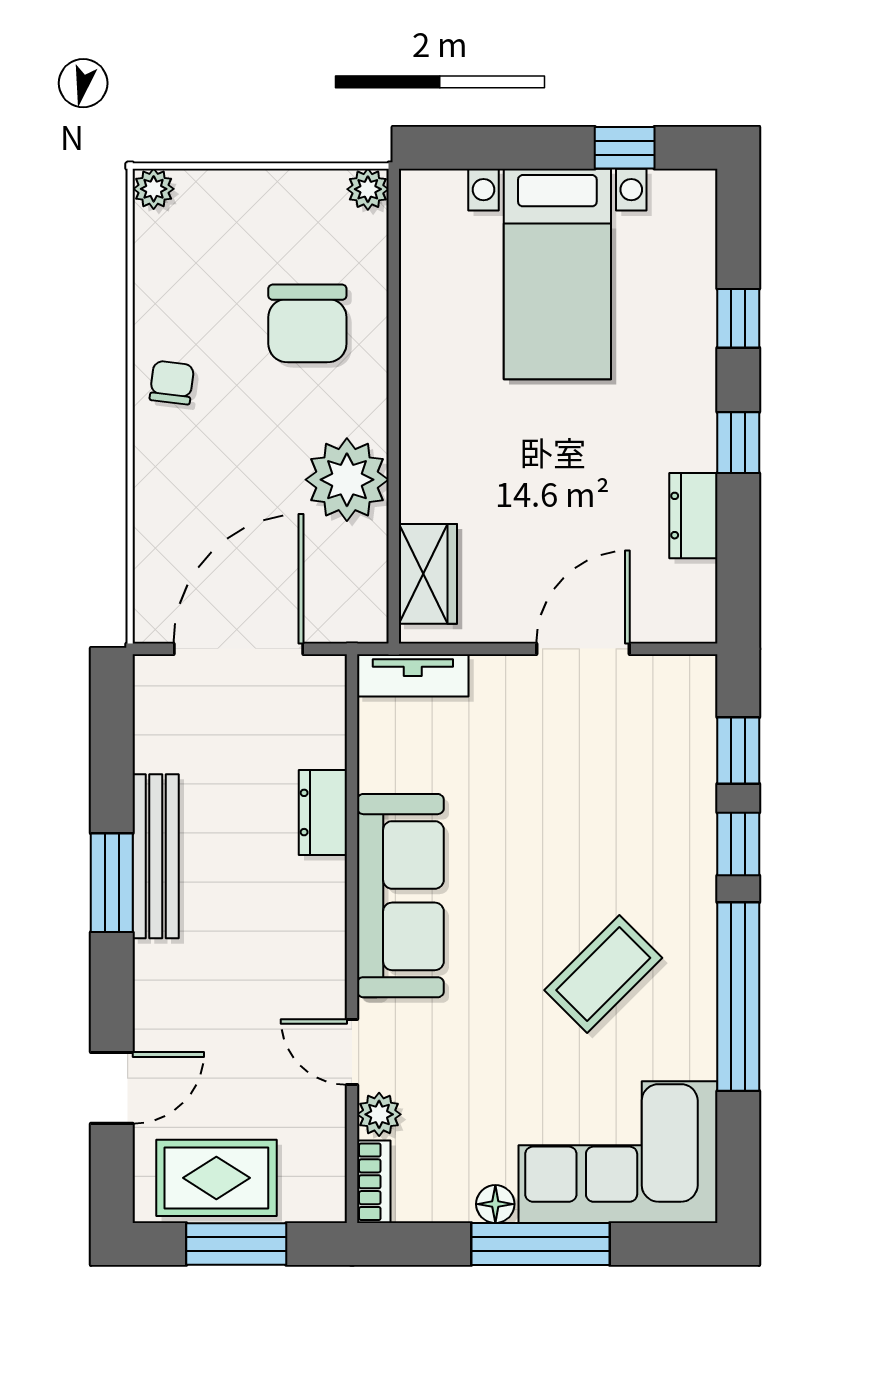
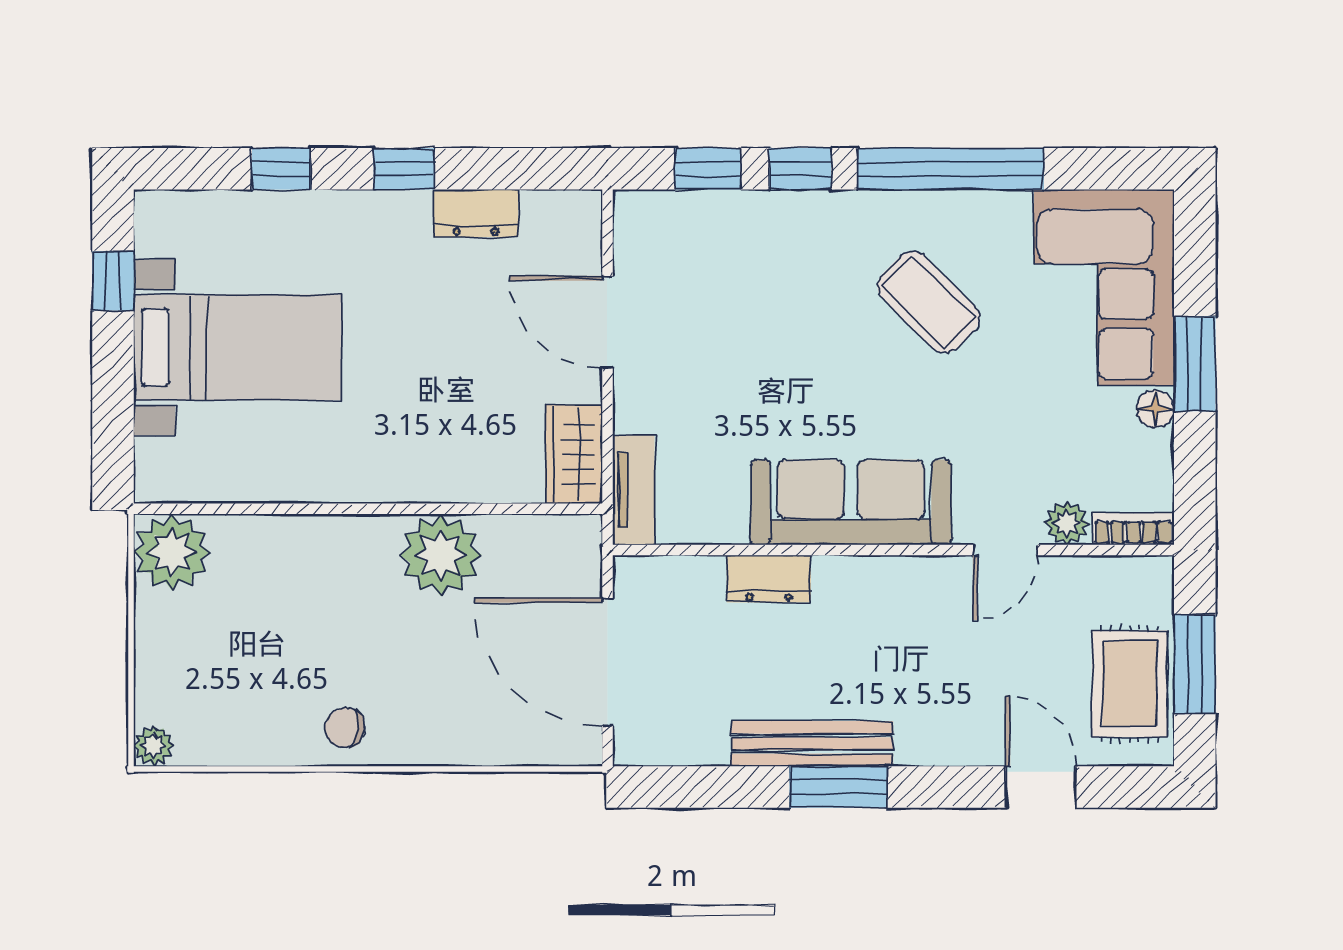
plant: (368, 189) -> (172, 552), width x1.88, depth x1.88
chair: (307, 323) -> (286, 594), removed
wardrobe: (428, 574) -> (574, 454), moved, turned -90
window: (541, 1244) -> (1195, 364), width x0.69

